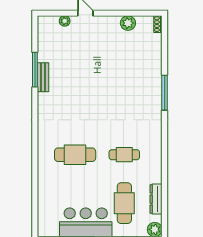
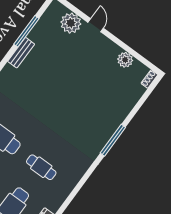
plant: (65, 21) -> (71, 23), width x1.88, depth x1.88
window: (35, 70) -> (26, 31), moved

